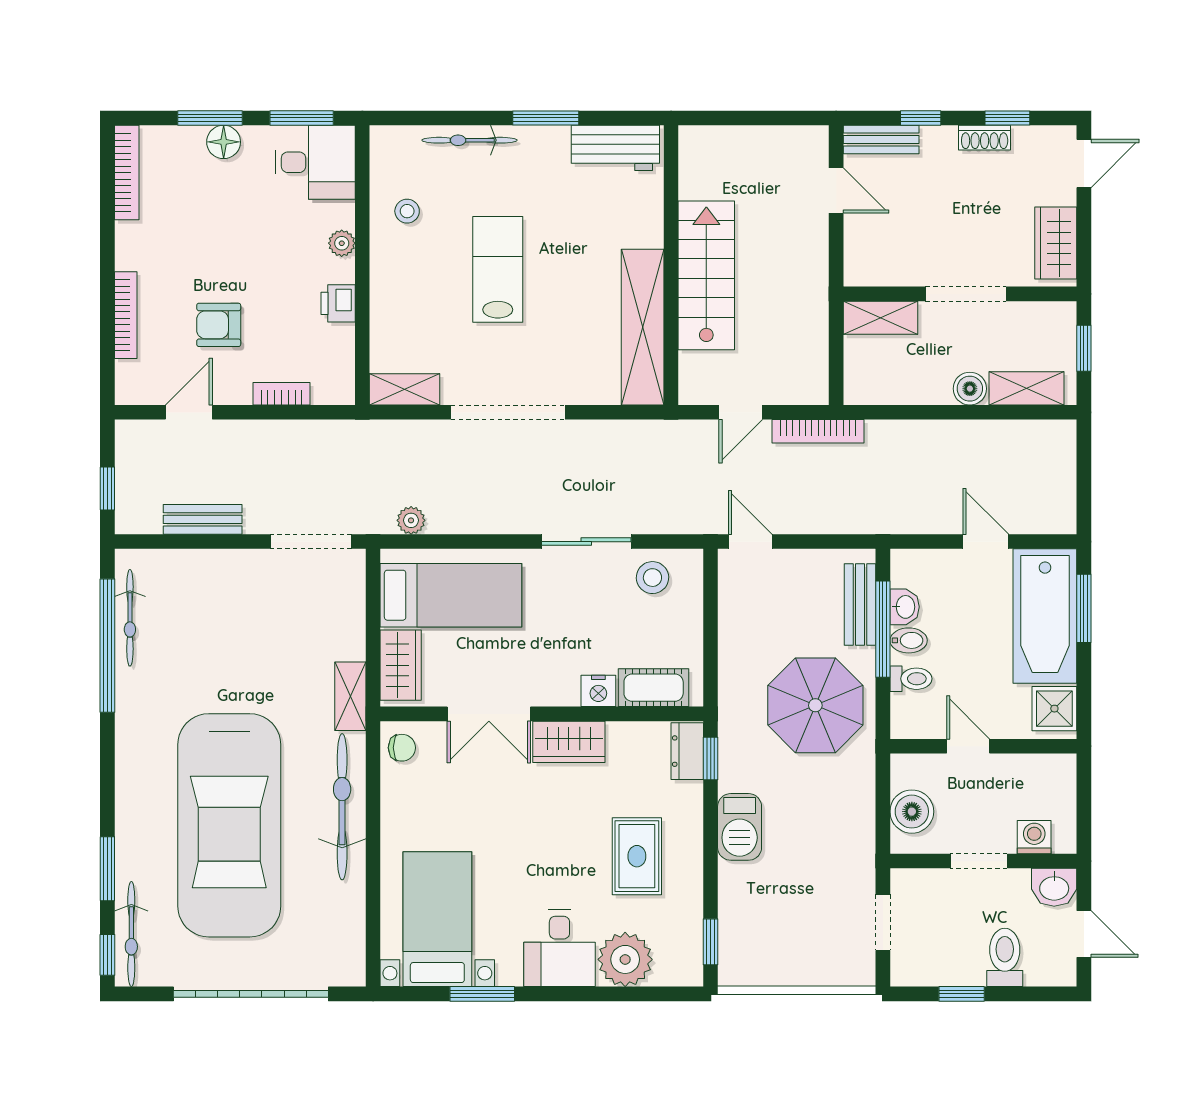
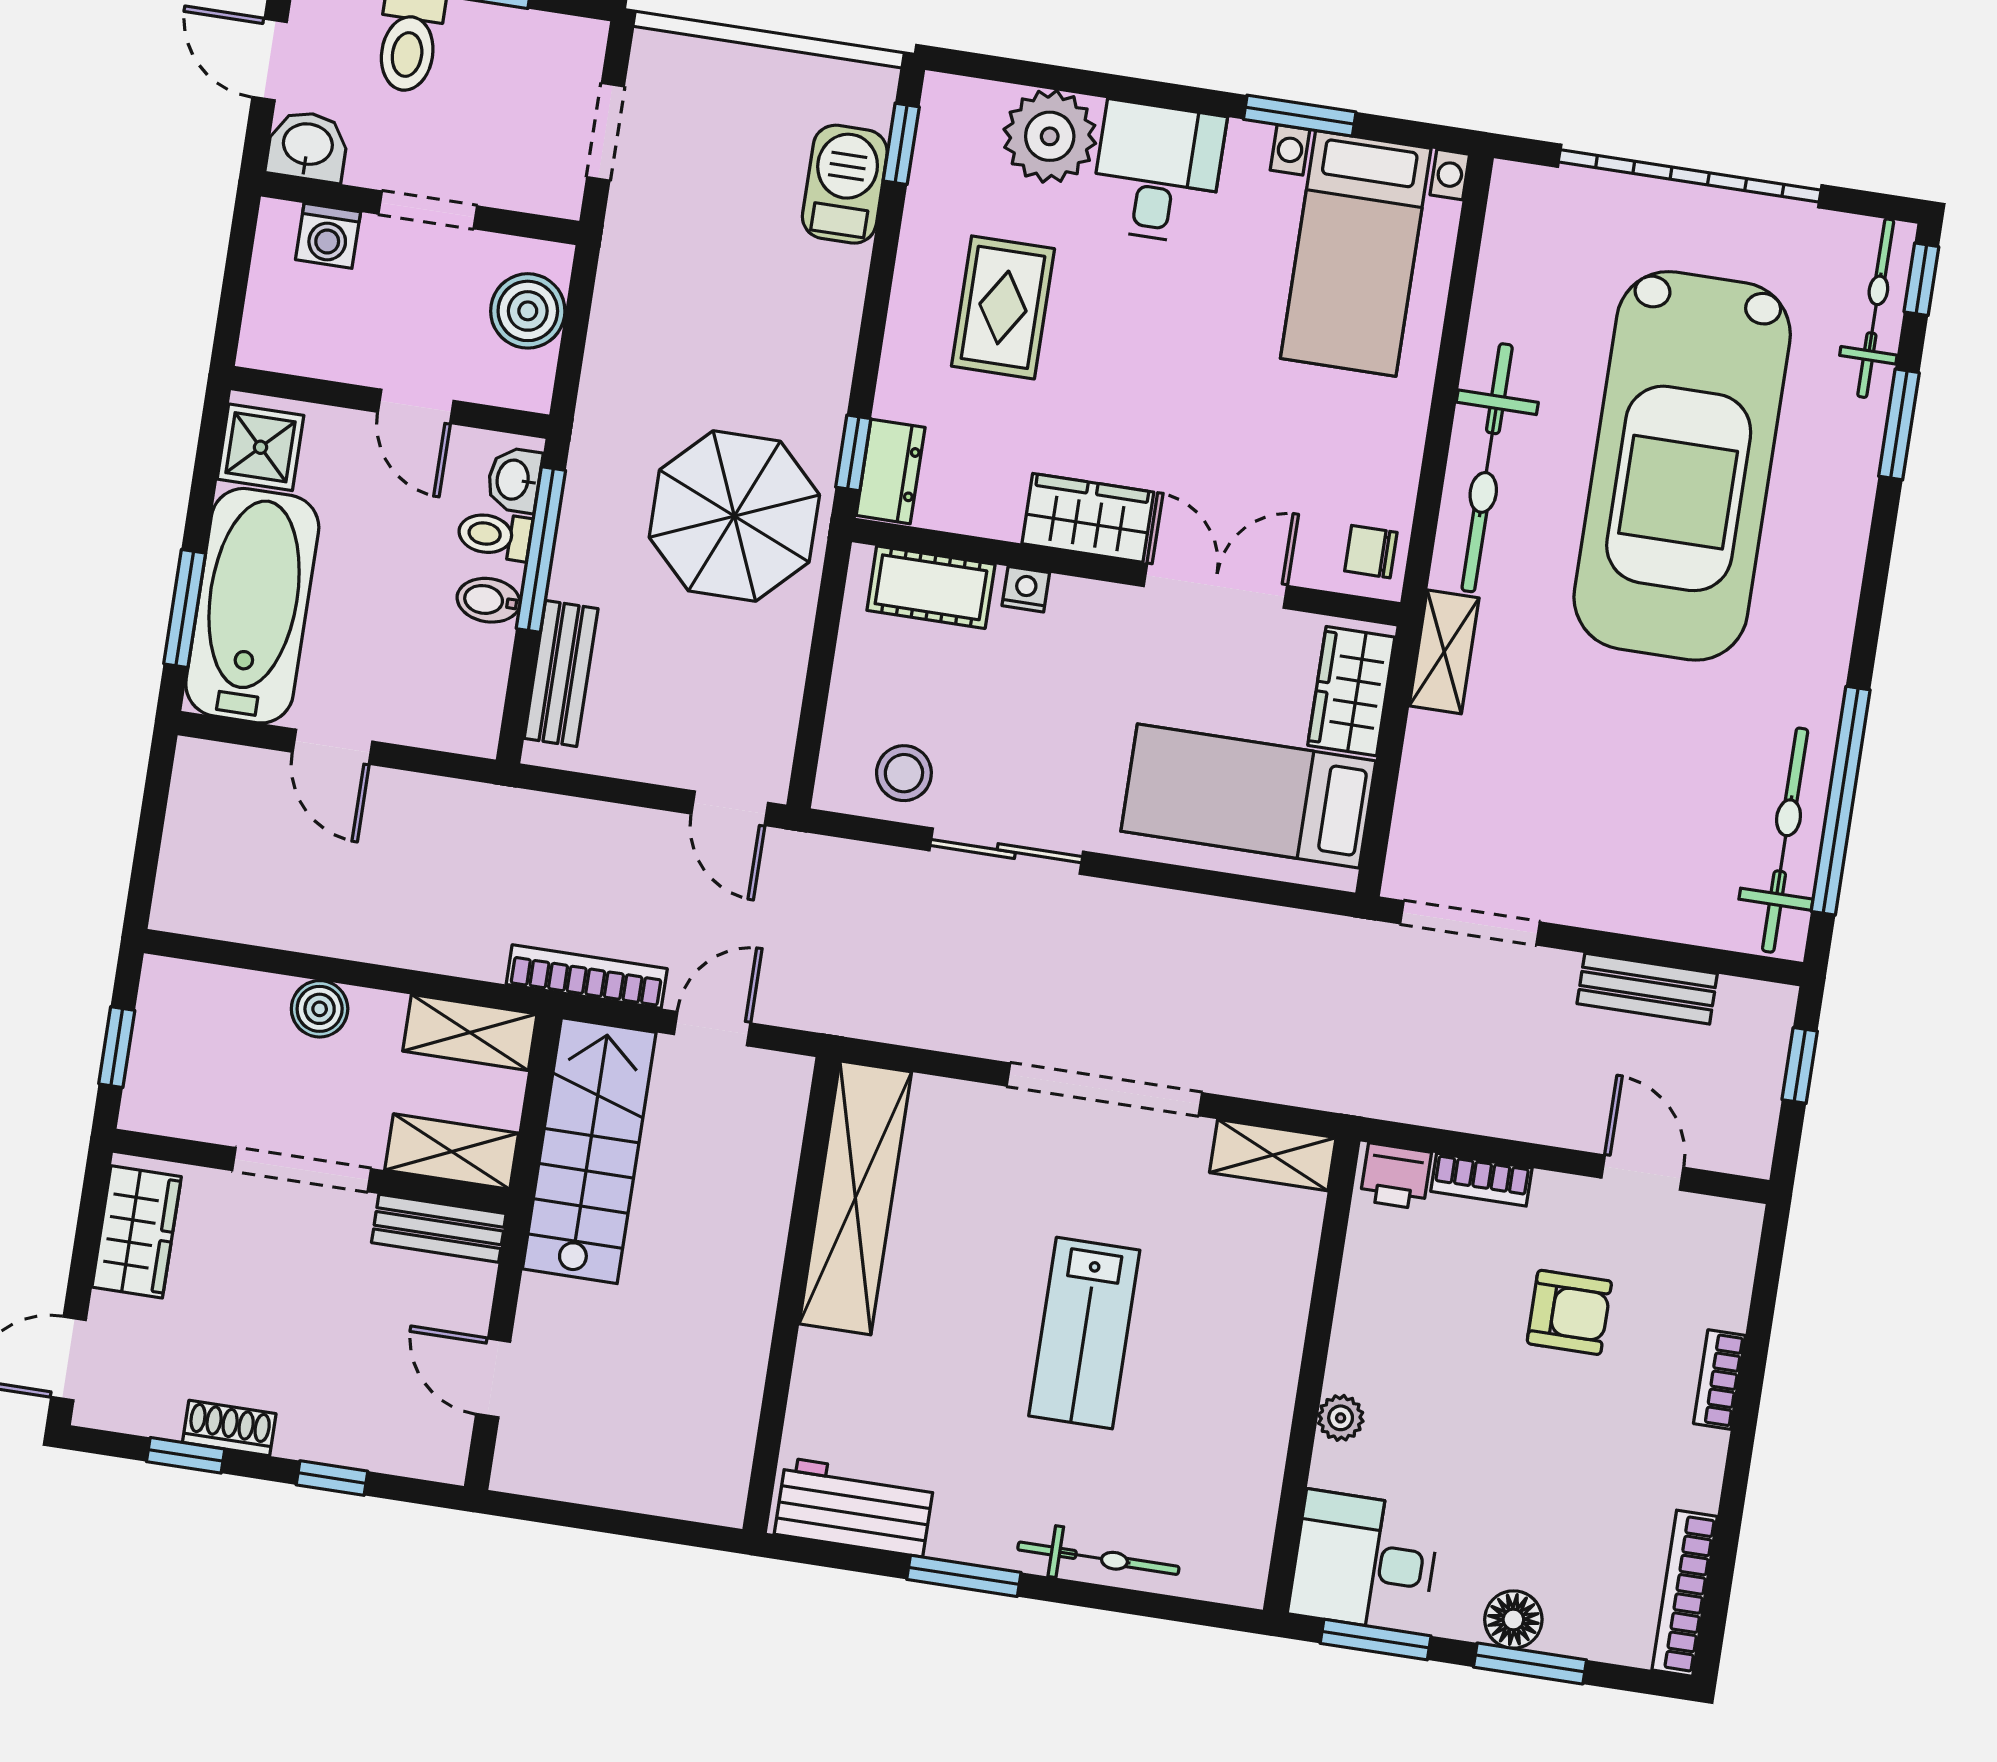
bench: (881, 140) -> (439, 1228), moved
stool: (407, 211) -> (1222, 1455), removed
stairs: (706, 275) -> (589, 1151), moved, turned 180
printer: (338, 303) -> (1396, 1176), moved, turned 90
bookcase: (126, 315) -> (1719, 1379), width x0.64
shelving: (1027, 388) -> (470, 1033), moved
door: (189, 412) -> (1642, 1173), swing flipped
plant: (411, 520) -> (1296, 933), removed
washbasin: (905, 607) -> (514, 480), moved
bicycle: (130, 618) -> (1785, 840), width x1.37, depth x1.40
window: (883, 629) -> (541, 549), moved
nightstand: (598, 691) -> (1026, 589), width x0.72, depth x0.74
parasol: (815, 705) -> (734, 516), moved
car: (229, 825) -> (1682, 466), turned 180
barbecue: (740, 827) -> (845, 184), moved

